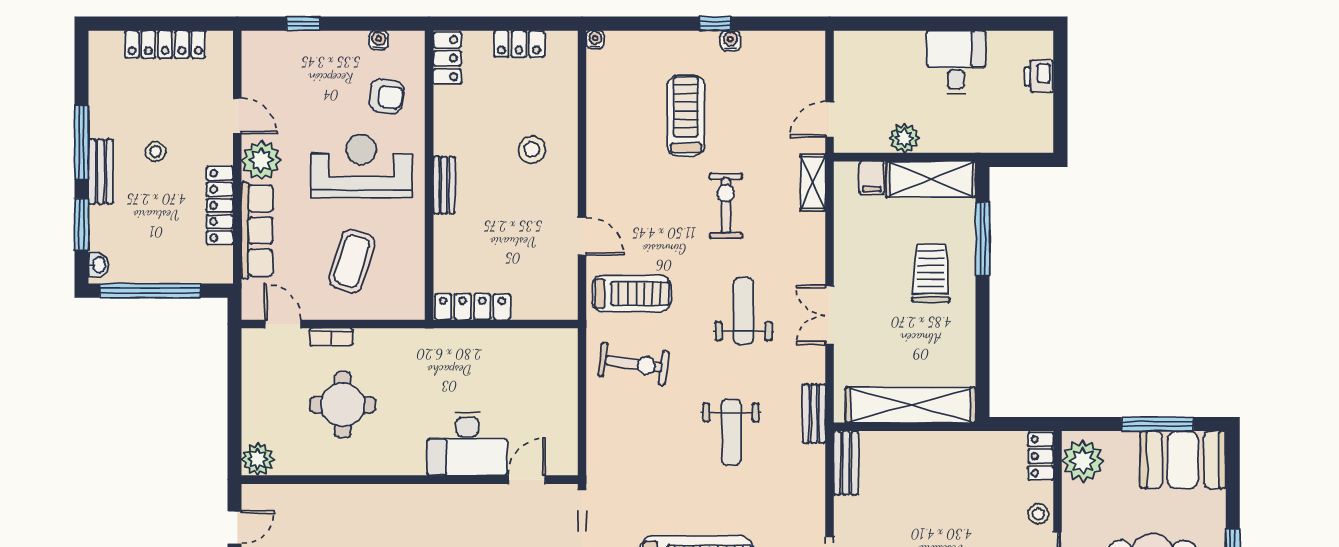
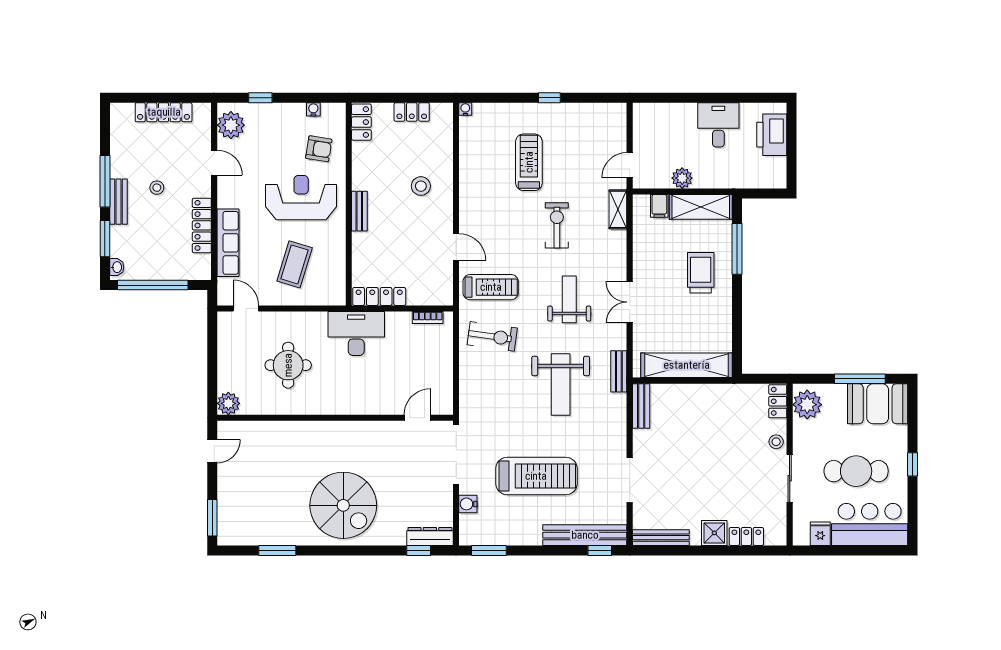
water cooler: (730, 41) -> (560, 110), removed
printer: (1039, 76) -> (772, 135), width x1.87, depth x1.48
plant: (261, 160) -> (231, 125), moved
bookcase: (331, 337) -> (428, 317), moved
weight bench: (731, 432) -> (561, 384), width x1.36, depth x1.33
desk: (467, 444) -> (356, 334), moved, turned 180

